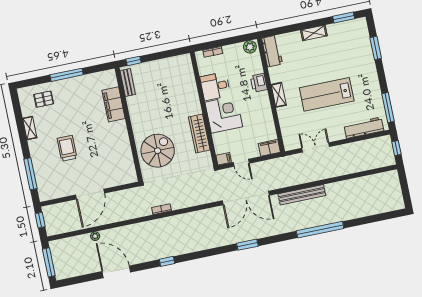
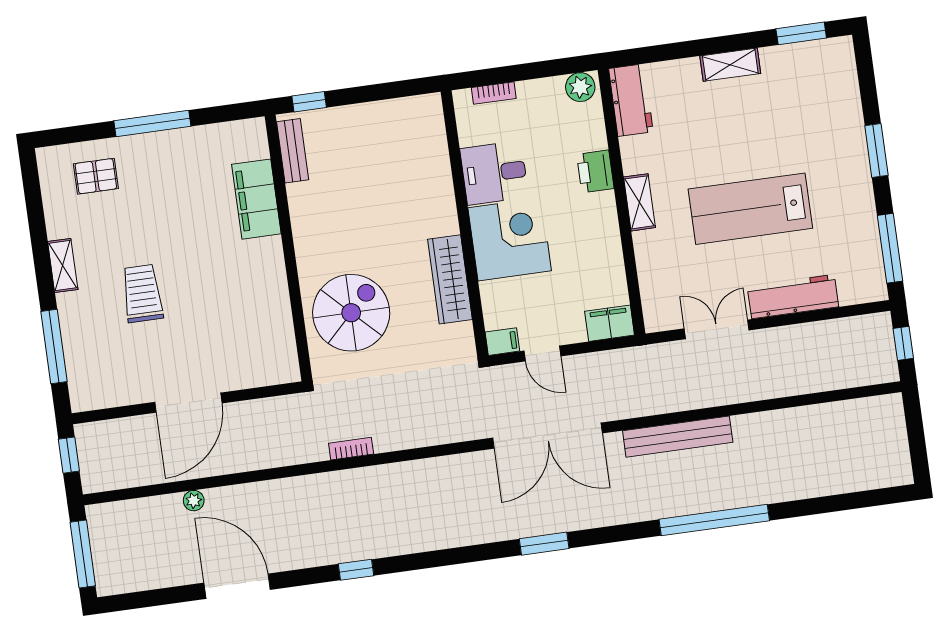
window: (376, 48) -> (876, 150), moved
shelving: (30, 128) -> (63, 265), moved
workbench: (364, 128) -> (793, 297), moved

